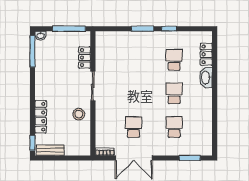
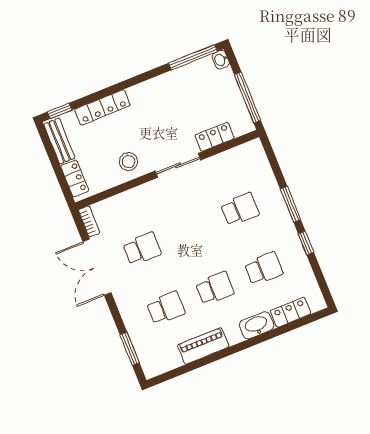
school desk: (133, 60) -> (240, 209), added
piano: (205, 114) -> (203, 346), added
locker: (76, 150) -> (75, 178), added

